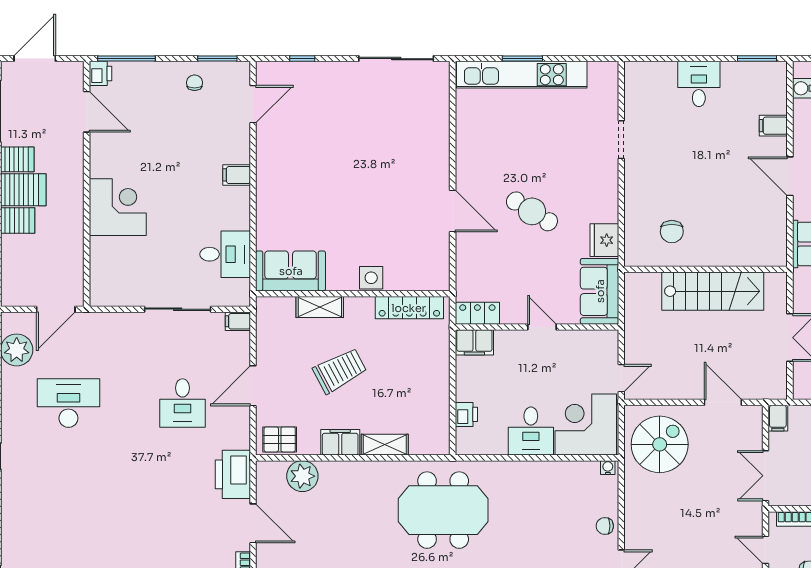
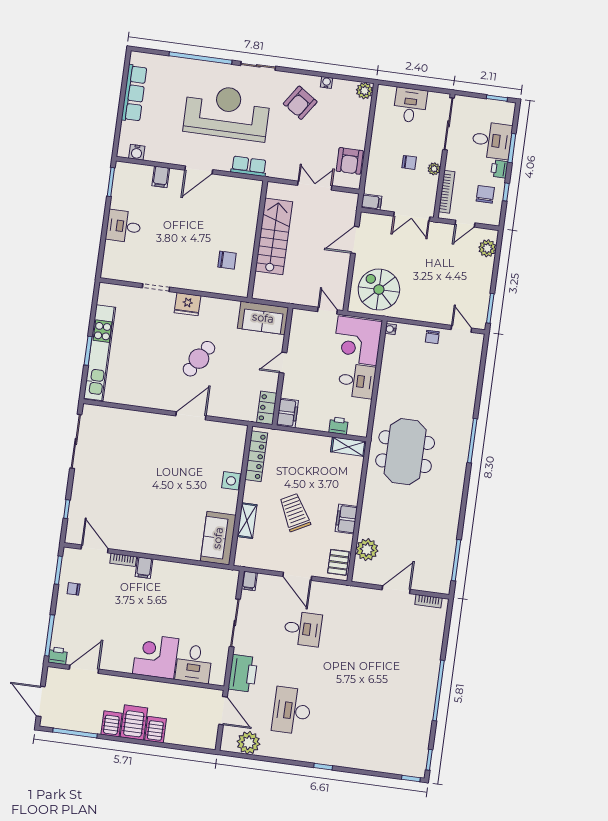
bookcase: (243, 145) -> (123, 560), added
fridge: (604, 240) -> (188, 304), moved
desk: (225, 254) -> (194, 664), moved, turned 180
shelving: (385, 445) -> (348, 447), moved, turned 90
printer: (233, 474) -> (243, 673), moved, turned -90

